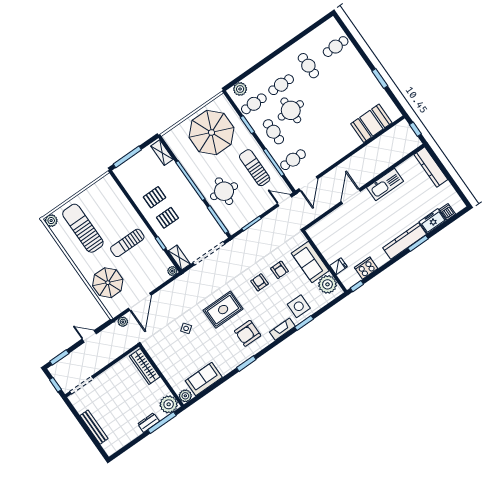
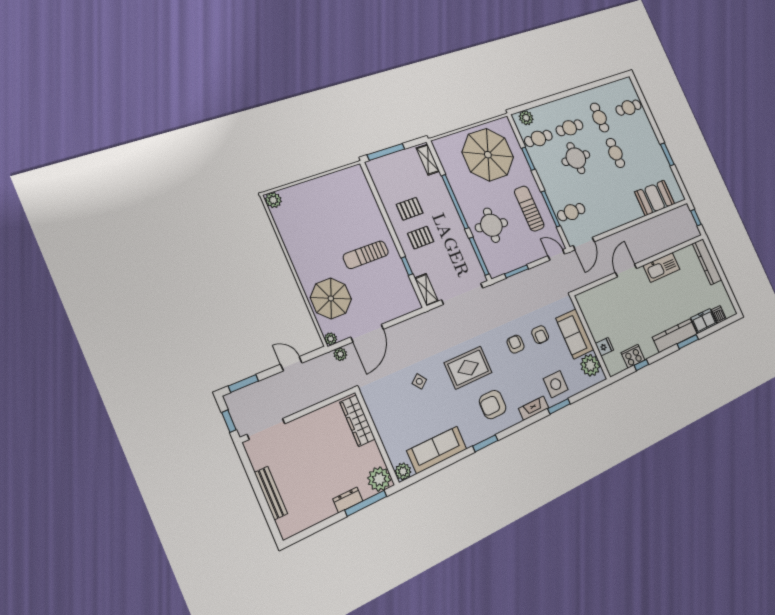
cafe table: (273, 132) -> (615, 153), moved
sun lounger: (83, 228) -> (313, 221), removed
plant: (172, 271) -> (331, 339), moved
window: (357, 286) -> (641, 365), moved
sofa: (204, 379) -> (437, 450), width x1.36

